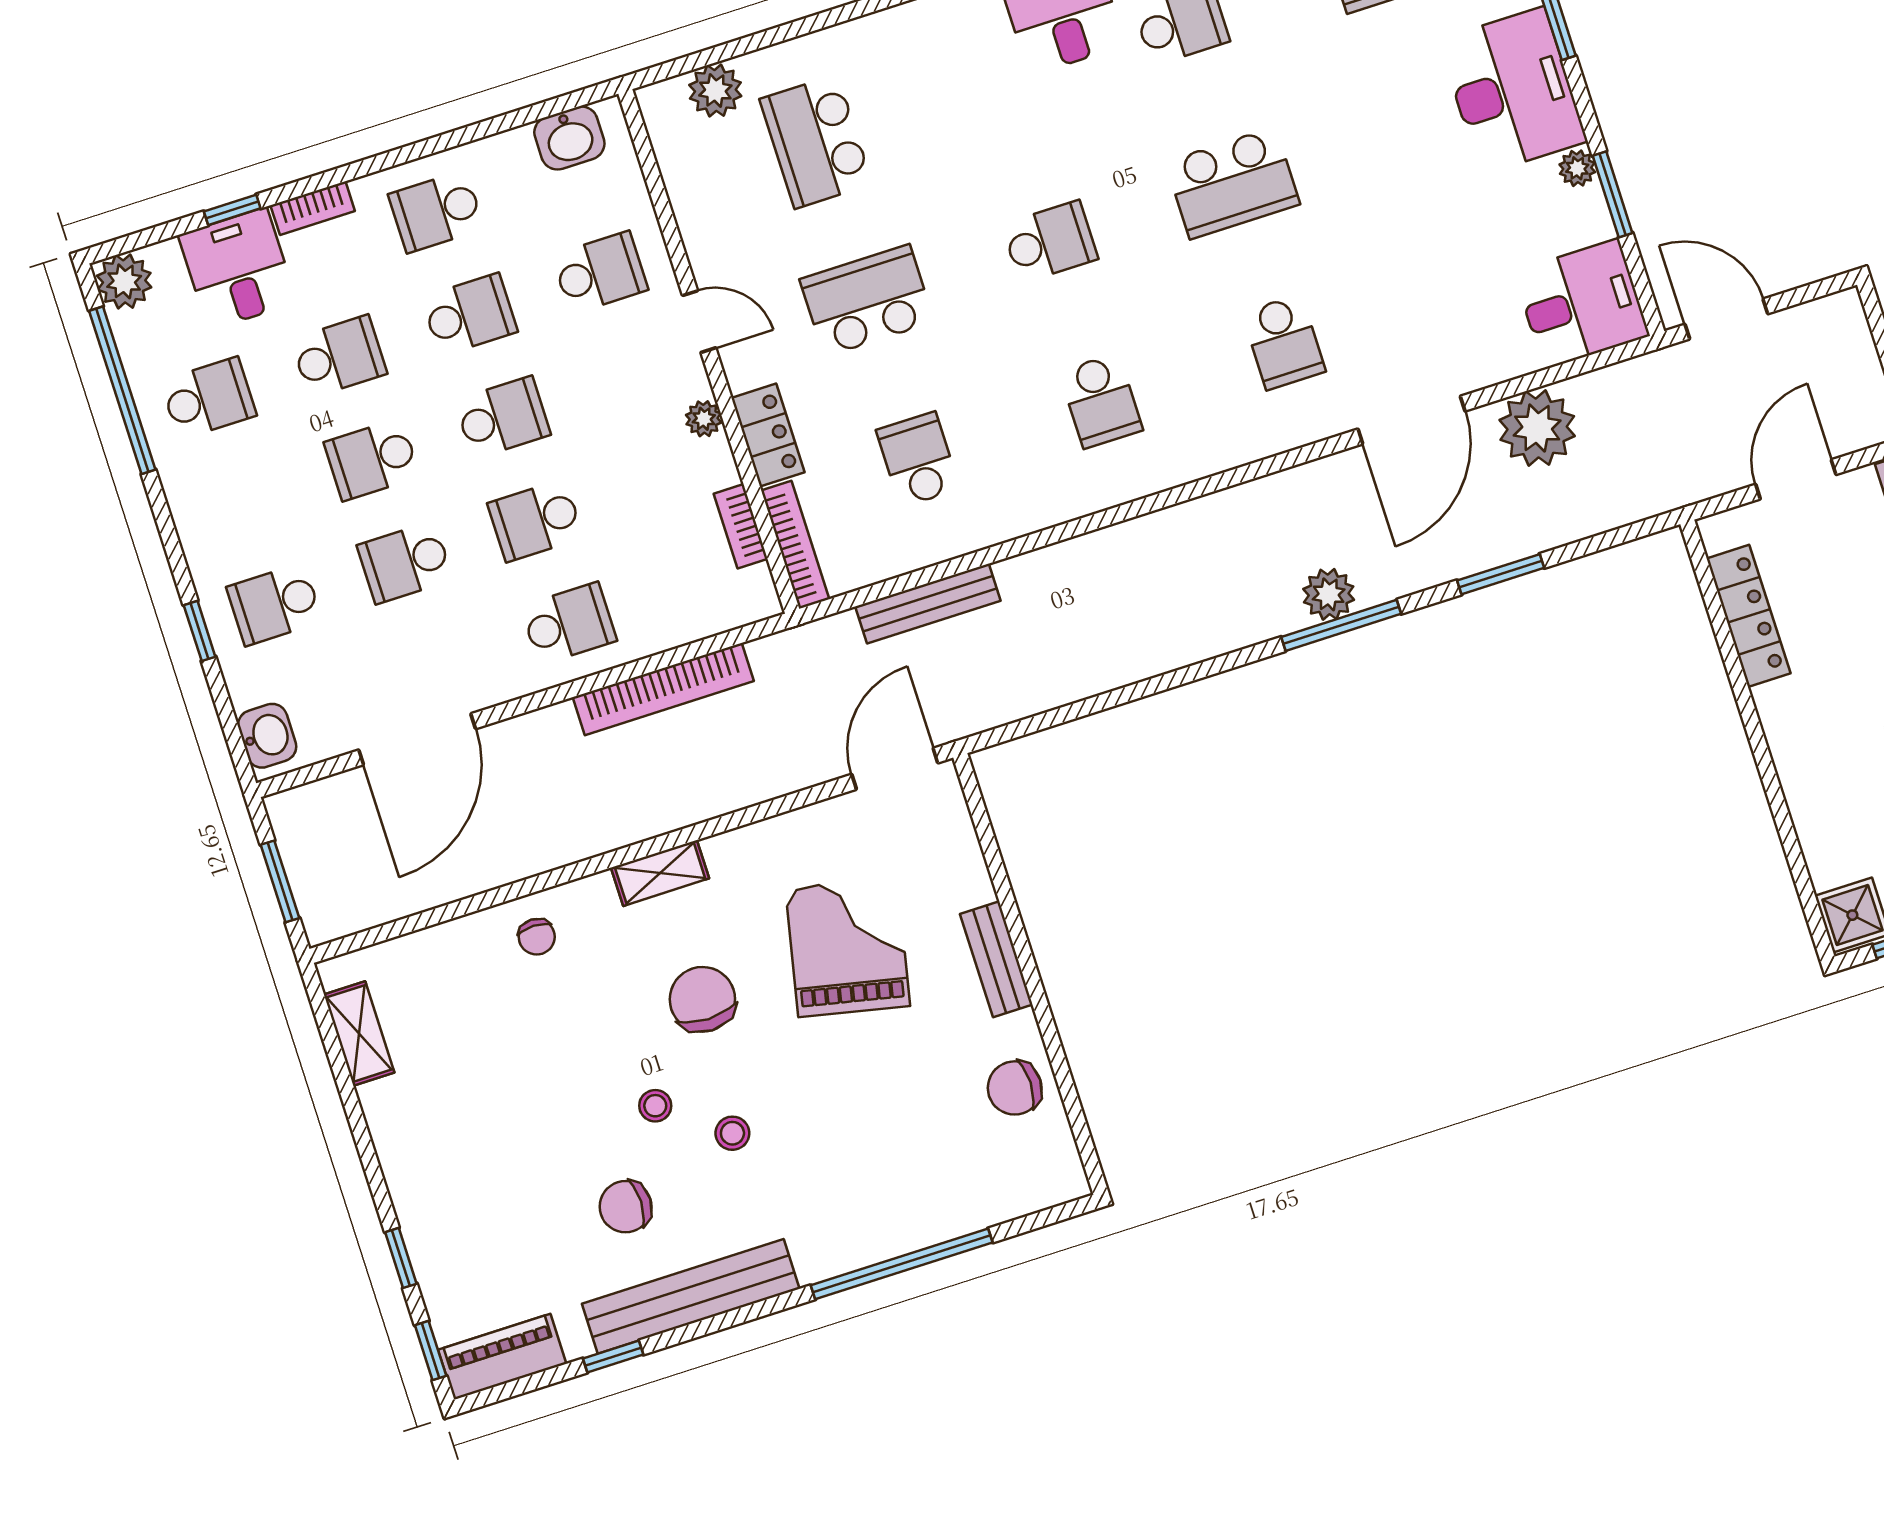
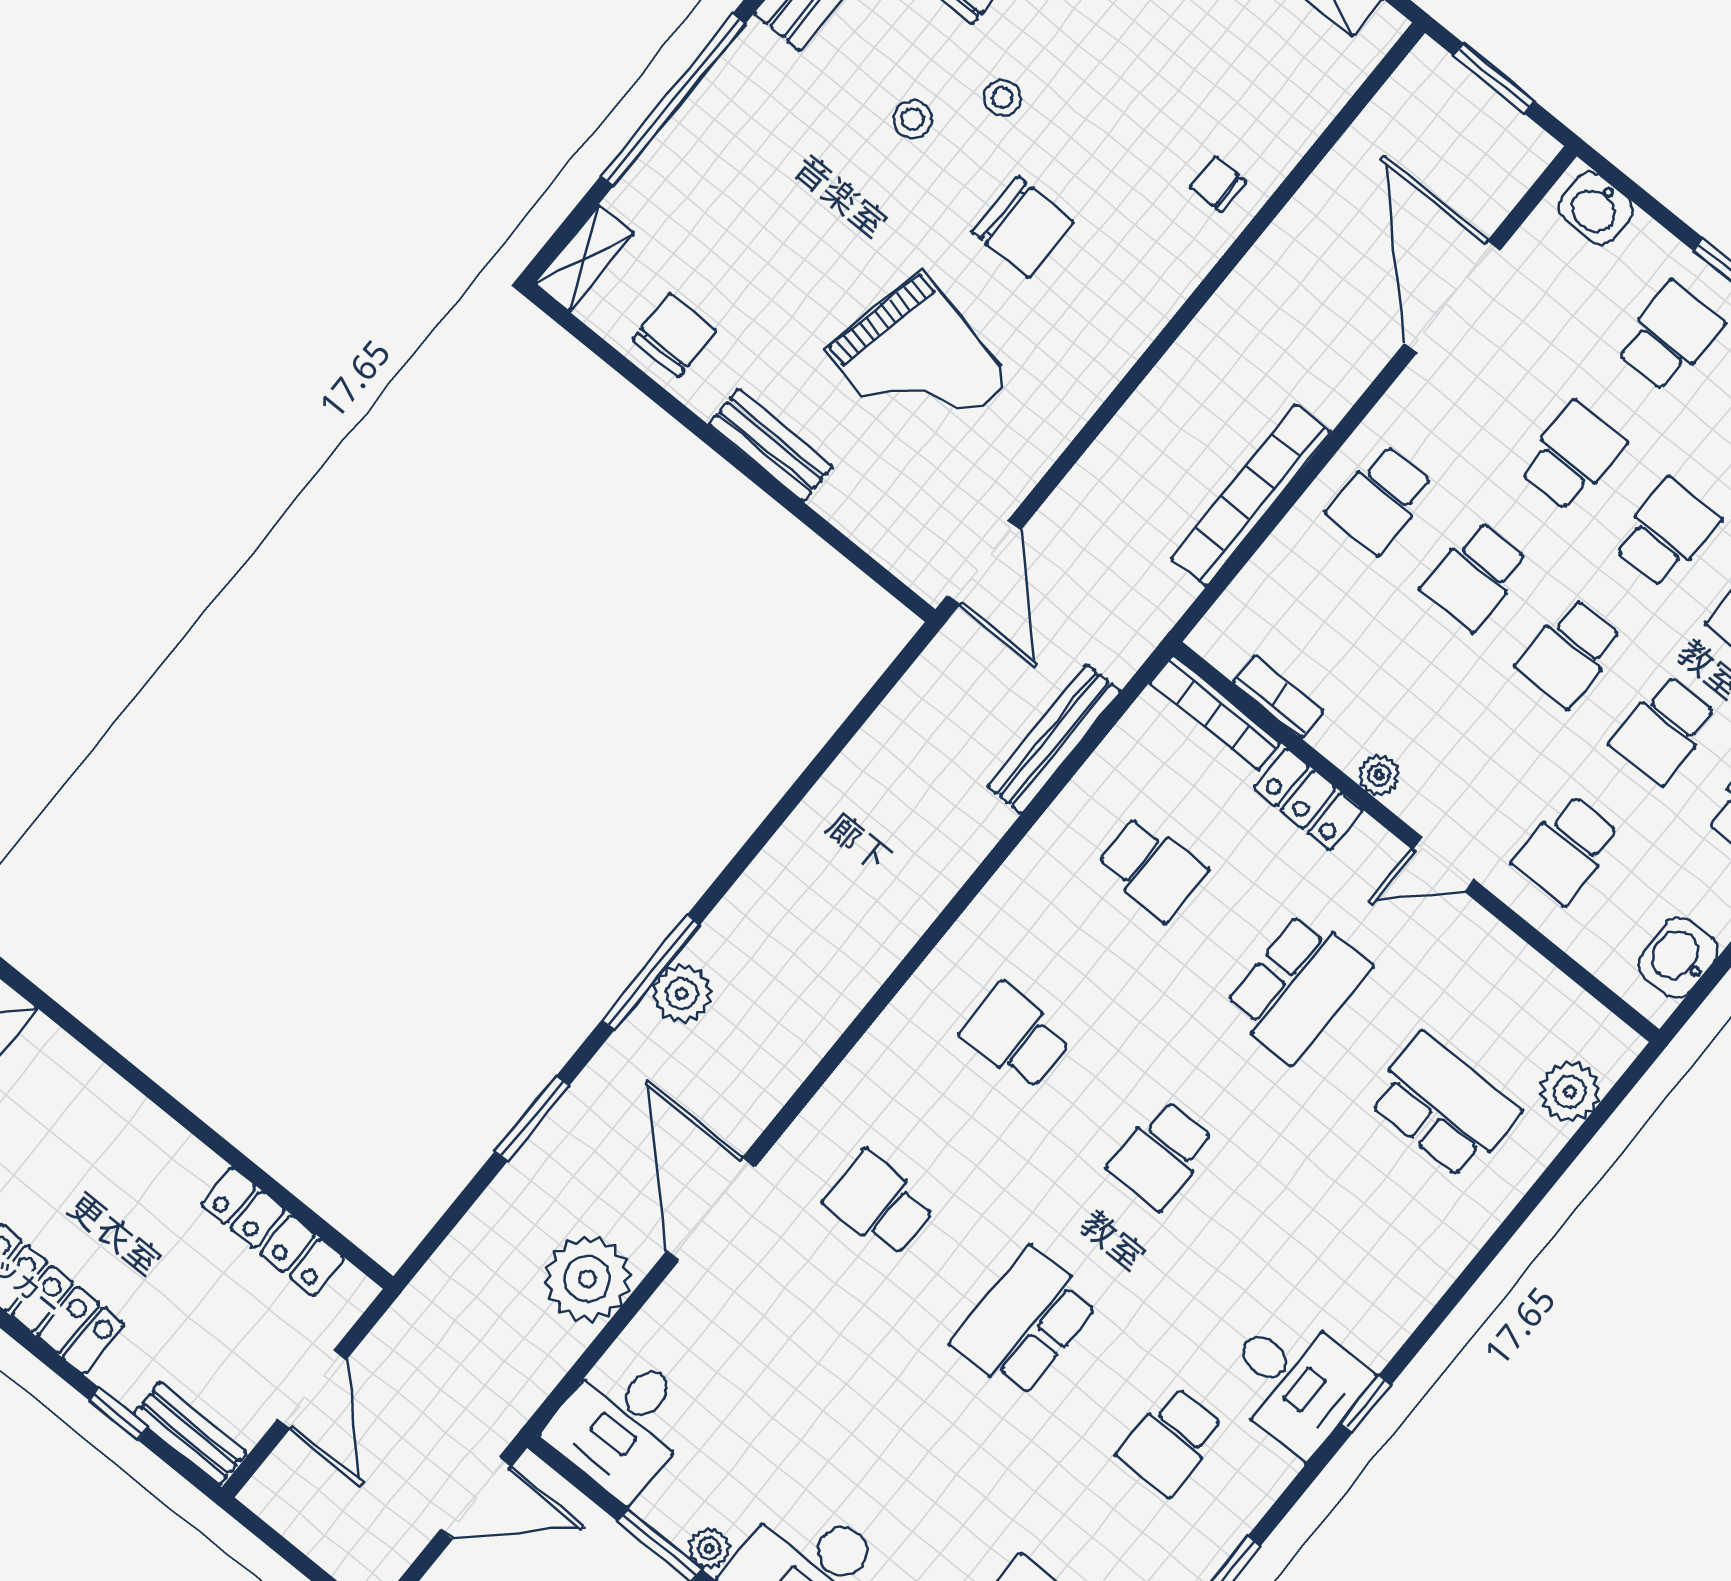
school desk: (536, 521) -> (1475, 576), turned 180
shelving: (660, 873) -> (584, 258), moved

